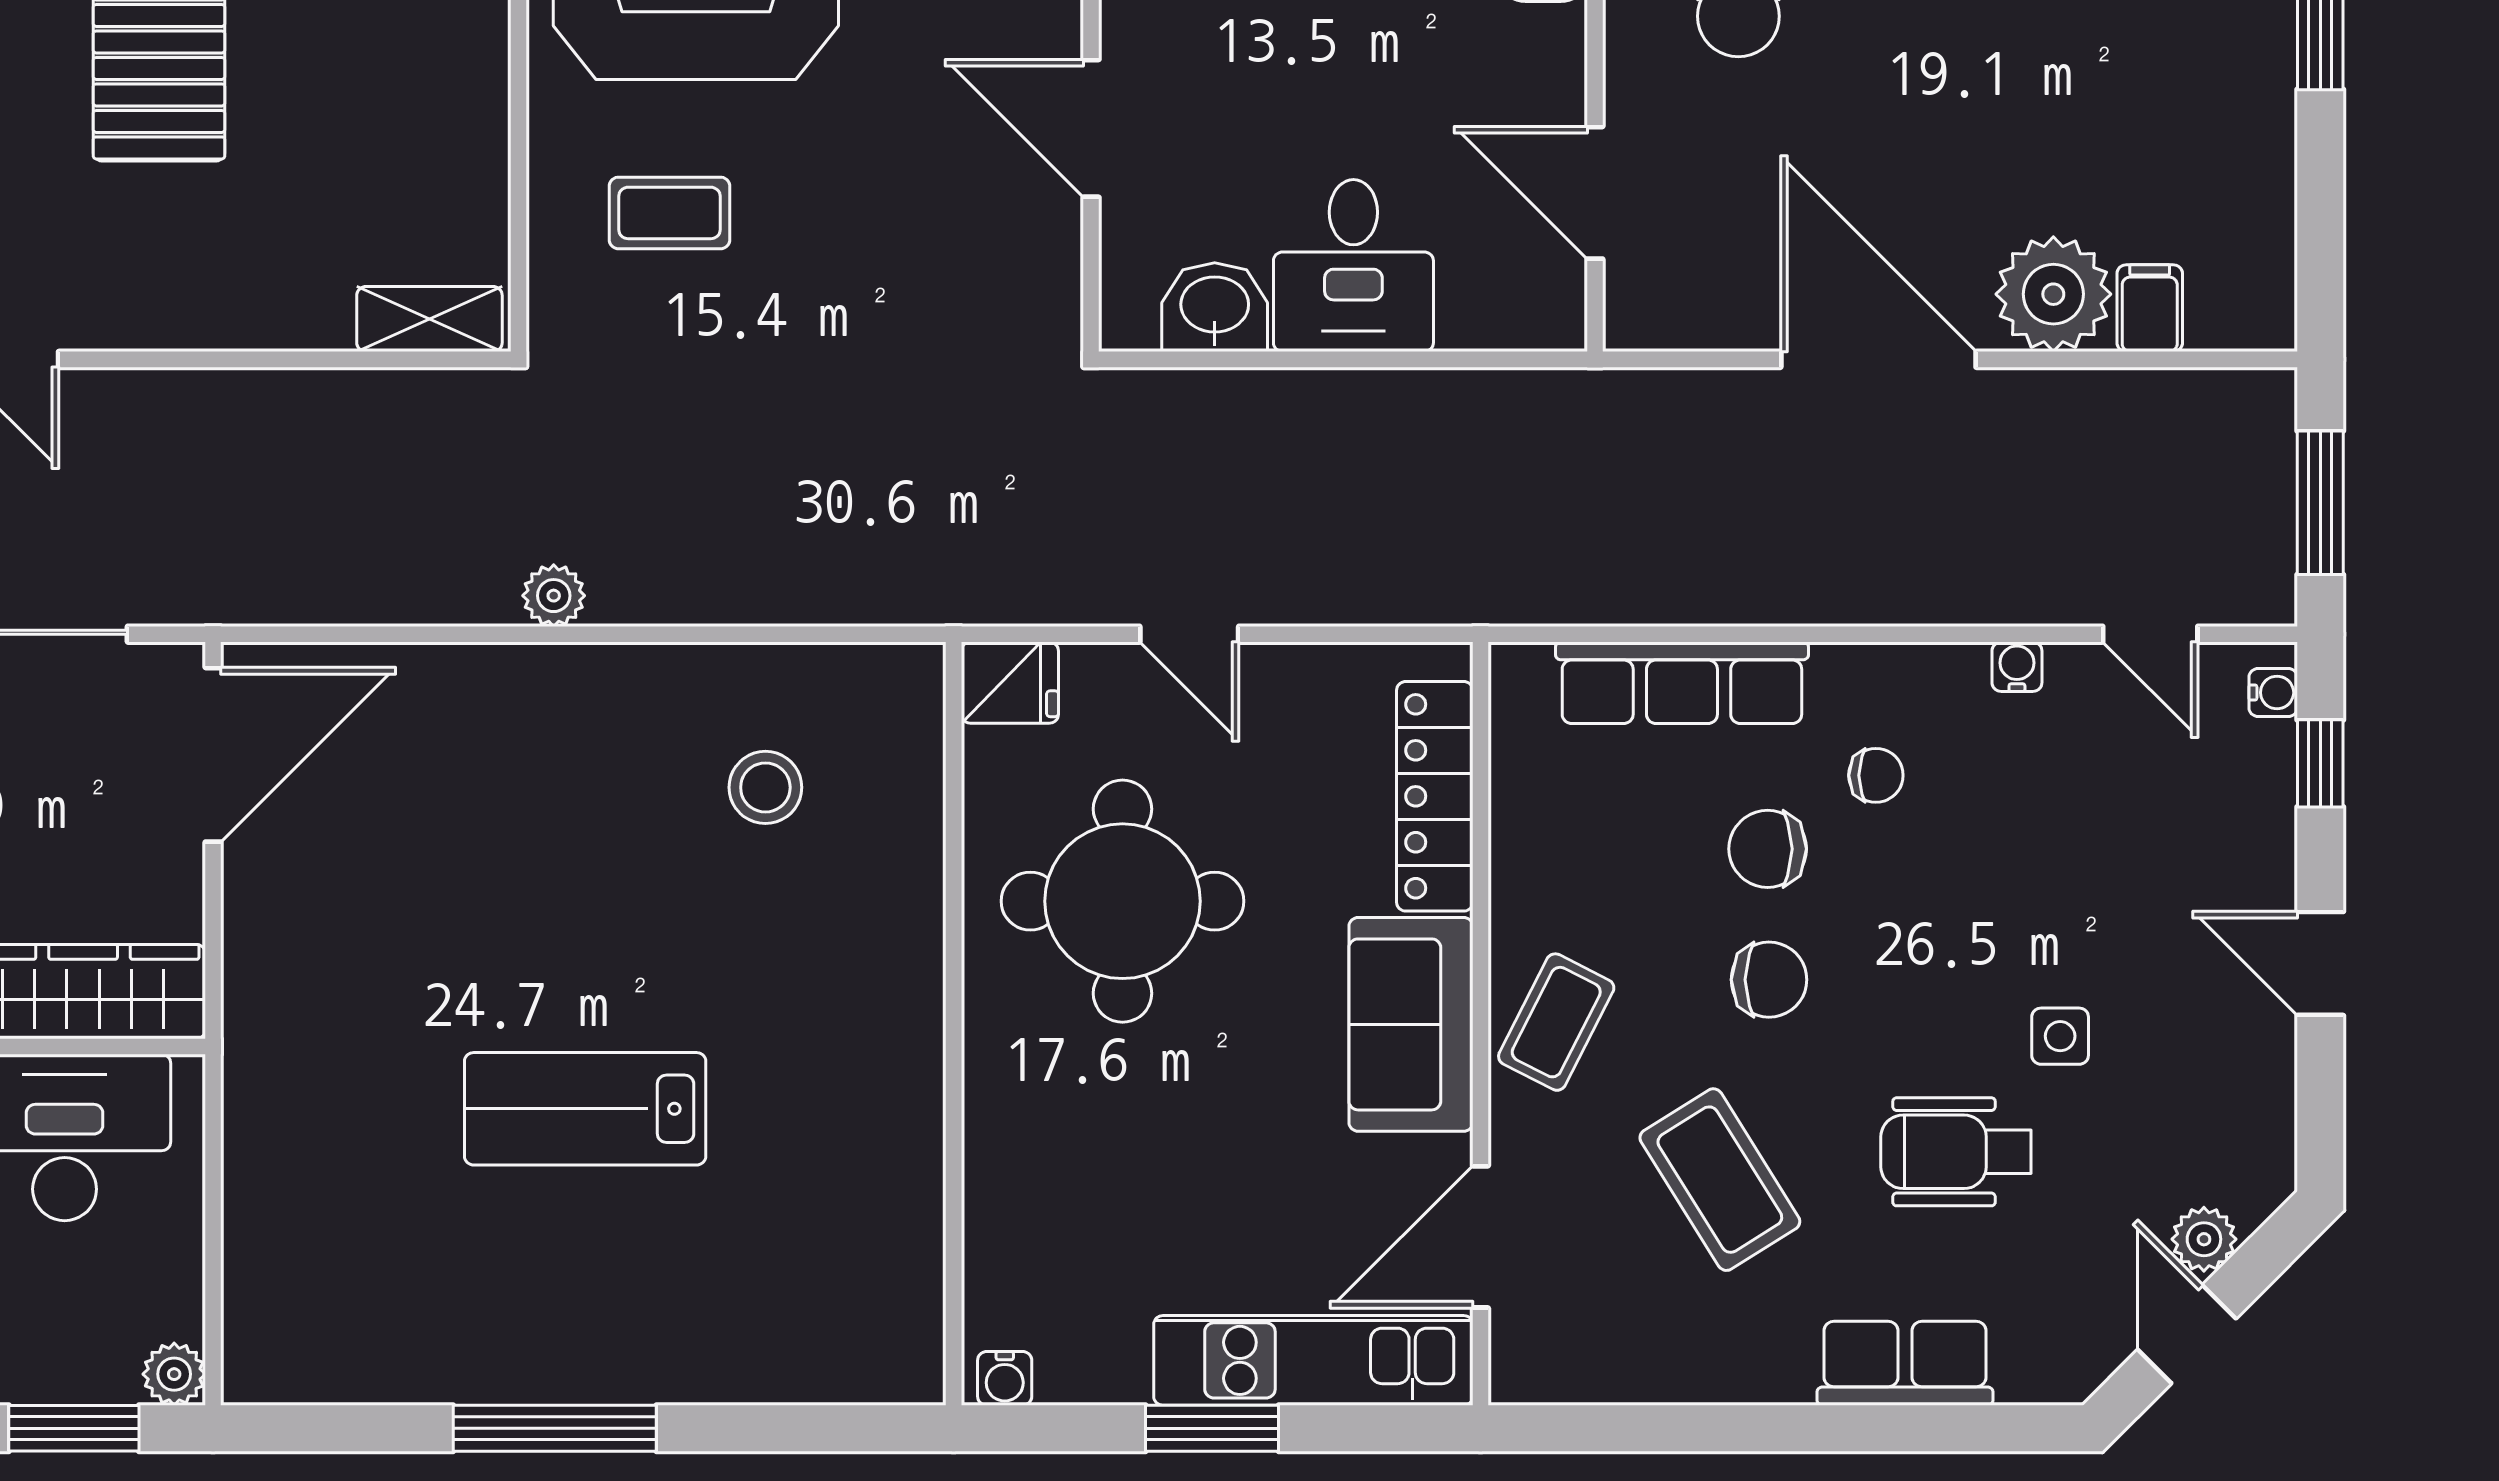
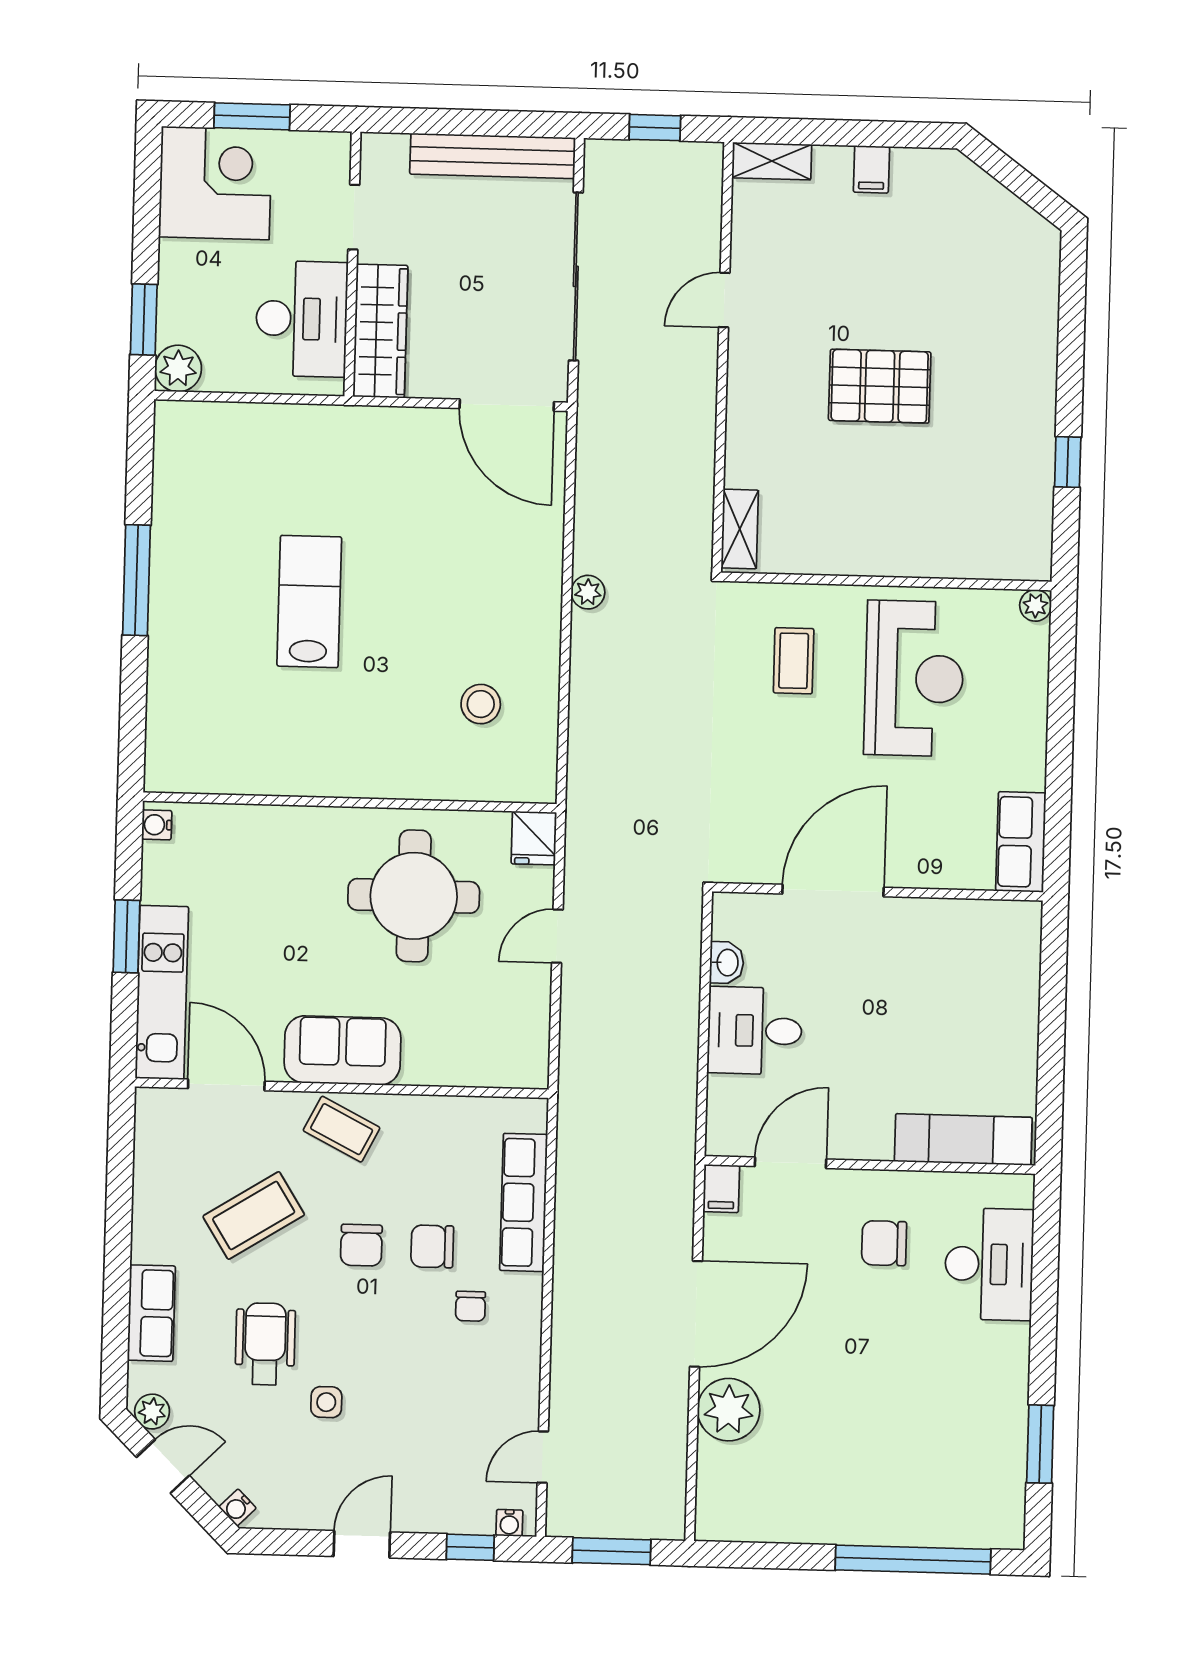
door: (1091, 128) -> (833, 891), width x1.36
washbasin: (1215, 307) -> (727, 963), width x0.72, depth x0.69
filing cabinet: (2150, 308) -> (721, 1189), moved, turned 90
water cooler: (2017, 667) -> (237, 1508), moved, turned 135
locker: (1435, 796) -> (466, 1067), removed
chair: (1768, 849) -> (432, 1246), turned -90
plant: (2204, 1239) -> (152, 1412), moved
plant: (174, 1374) -> (178, 368), width x1.38, depth x1.38

